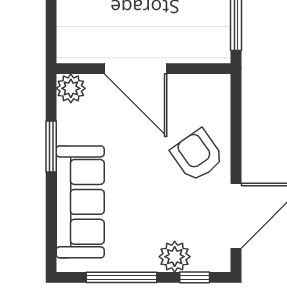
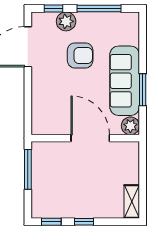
armchair: (197, 155) -> (80, 55), moved, turned -55
sofa: (80, 202) -> (125, 81), moved

